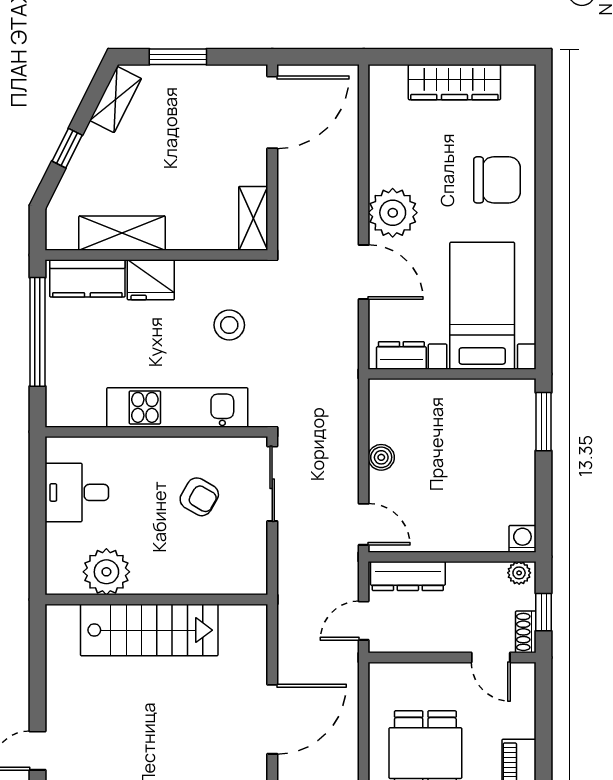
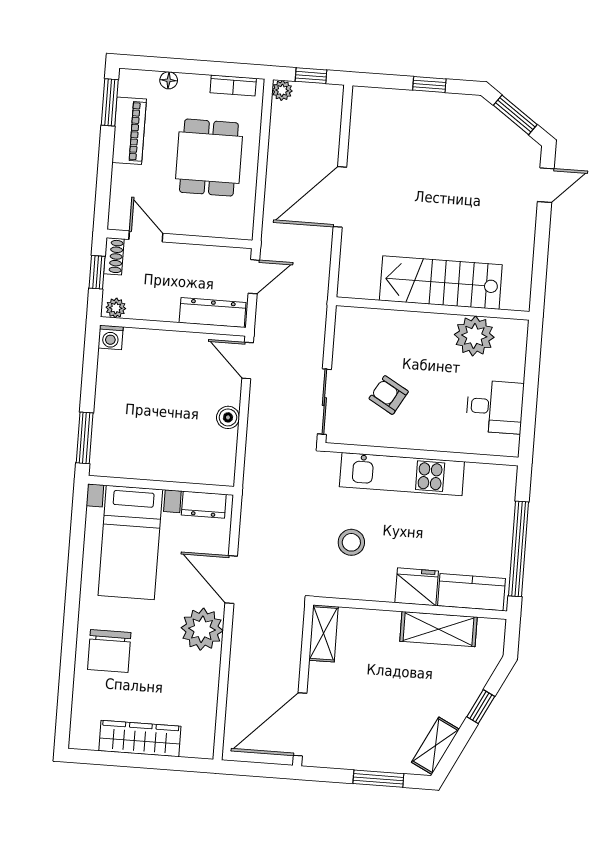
chair: (497, 180) -> (109, 651), turned -90

